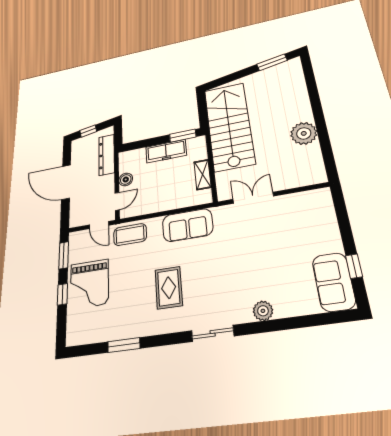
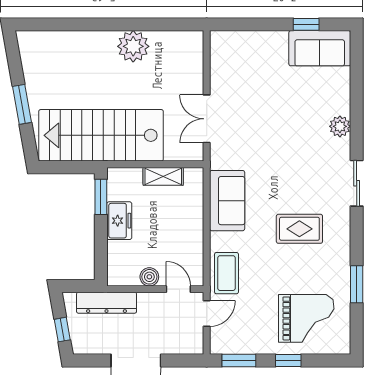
window: (272, 62) -> (22, 104), moved
freezer: (166, 151) -> (119, 221), width x0.71
grand piano: (89, 284) -> (306, 318), moved

